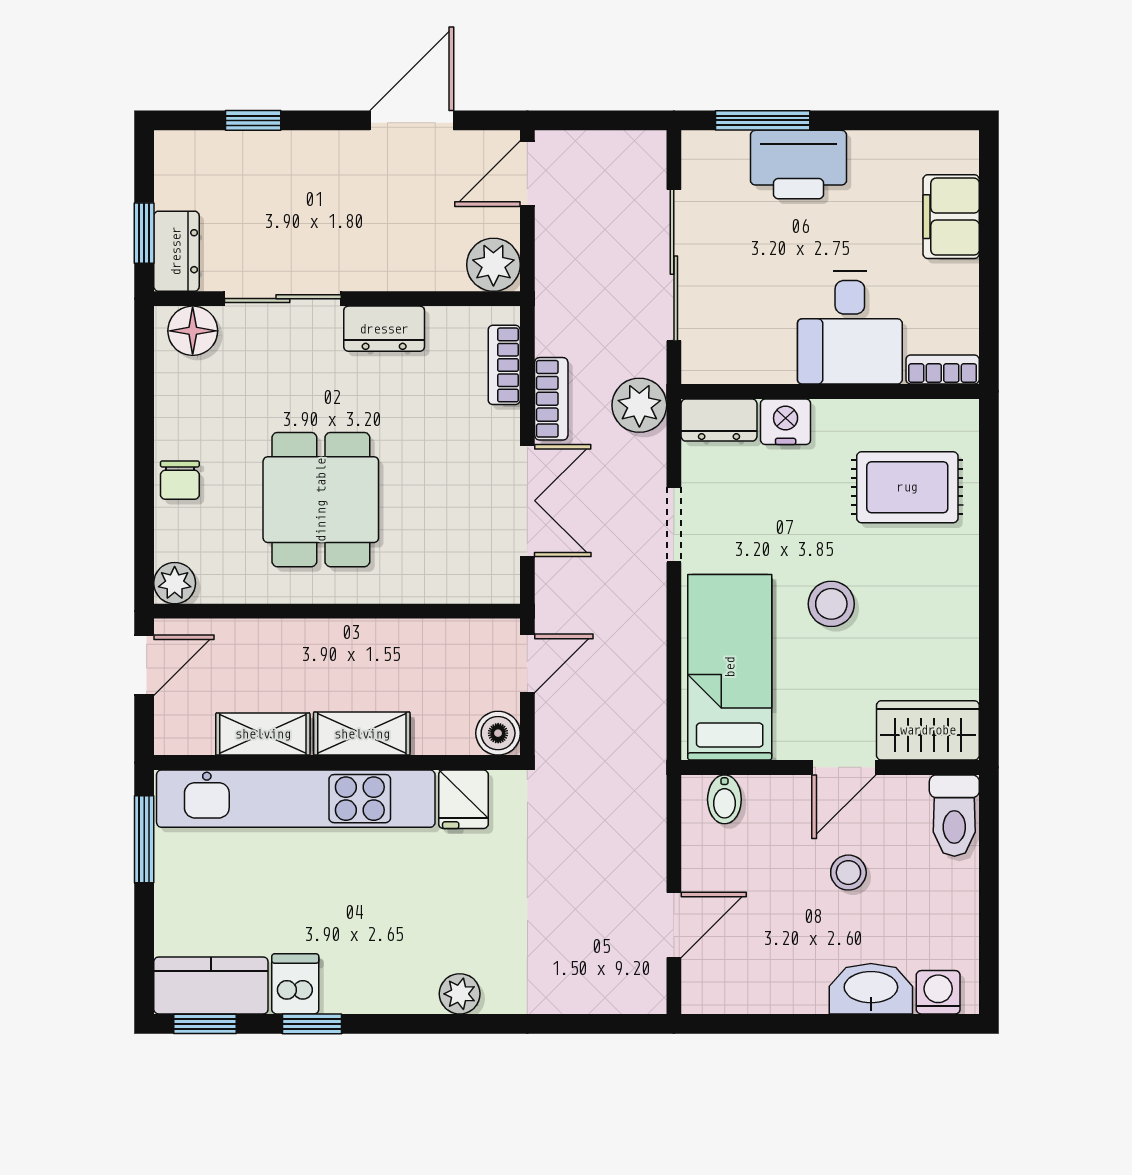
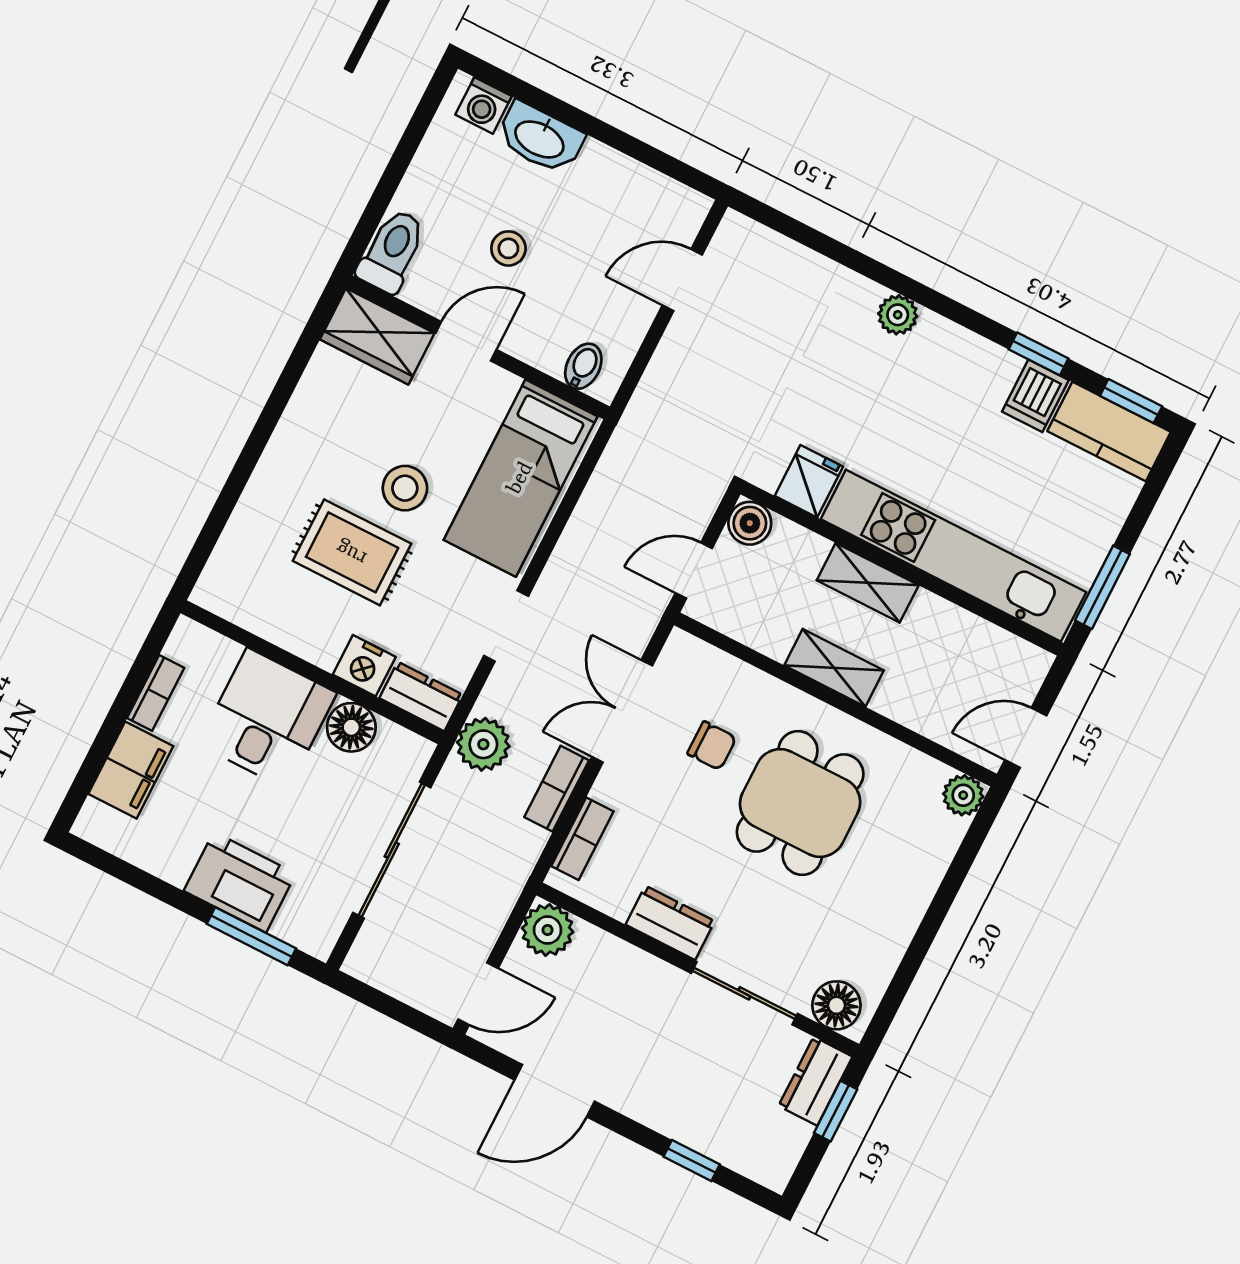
floor lamp: (769, 359) -> (351, 727), added
bookcase: (943, 370) -> (156, 693), moved, turned -90
chair: (180, 480) -> (712, 746), moved, turned 90
rug: (907, 487) -> (352, 552), moved
shelving: (263, 734) -> (834, 668), moved

